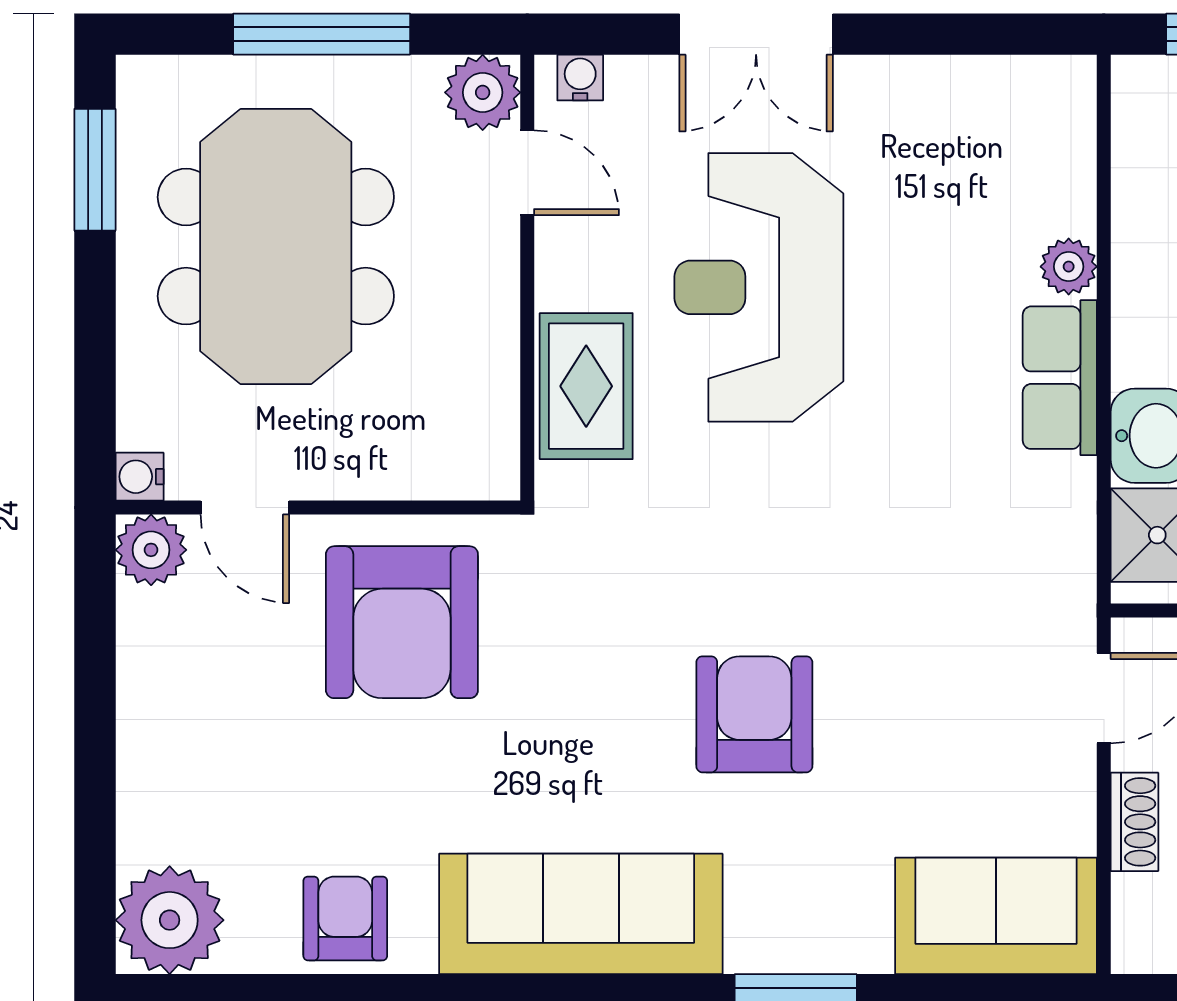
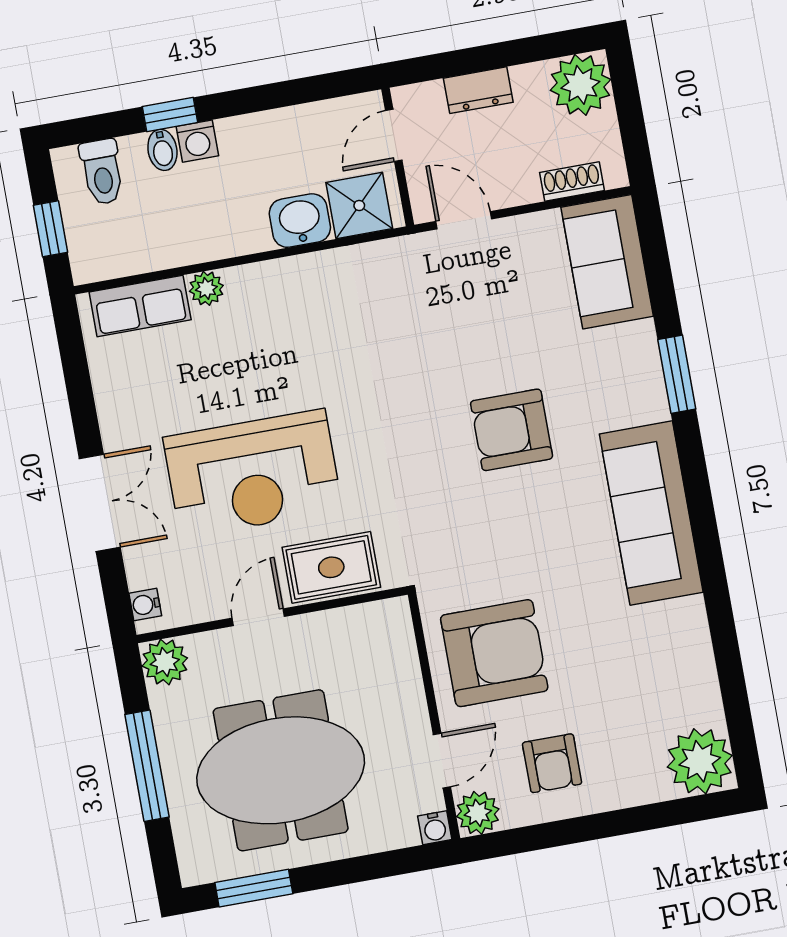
door: (527, 173) -> (258, 617), moved
row of seats: (1060, 378) -> (140, 306), moved
shoe rack: (1134, 822) -> (572, 182), moved
armchair: (345, 918) -> (552, 763), moved, turned -90

